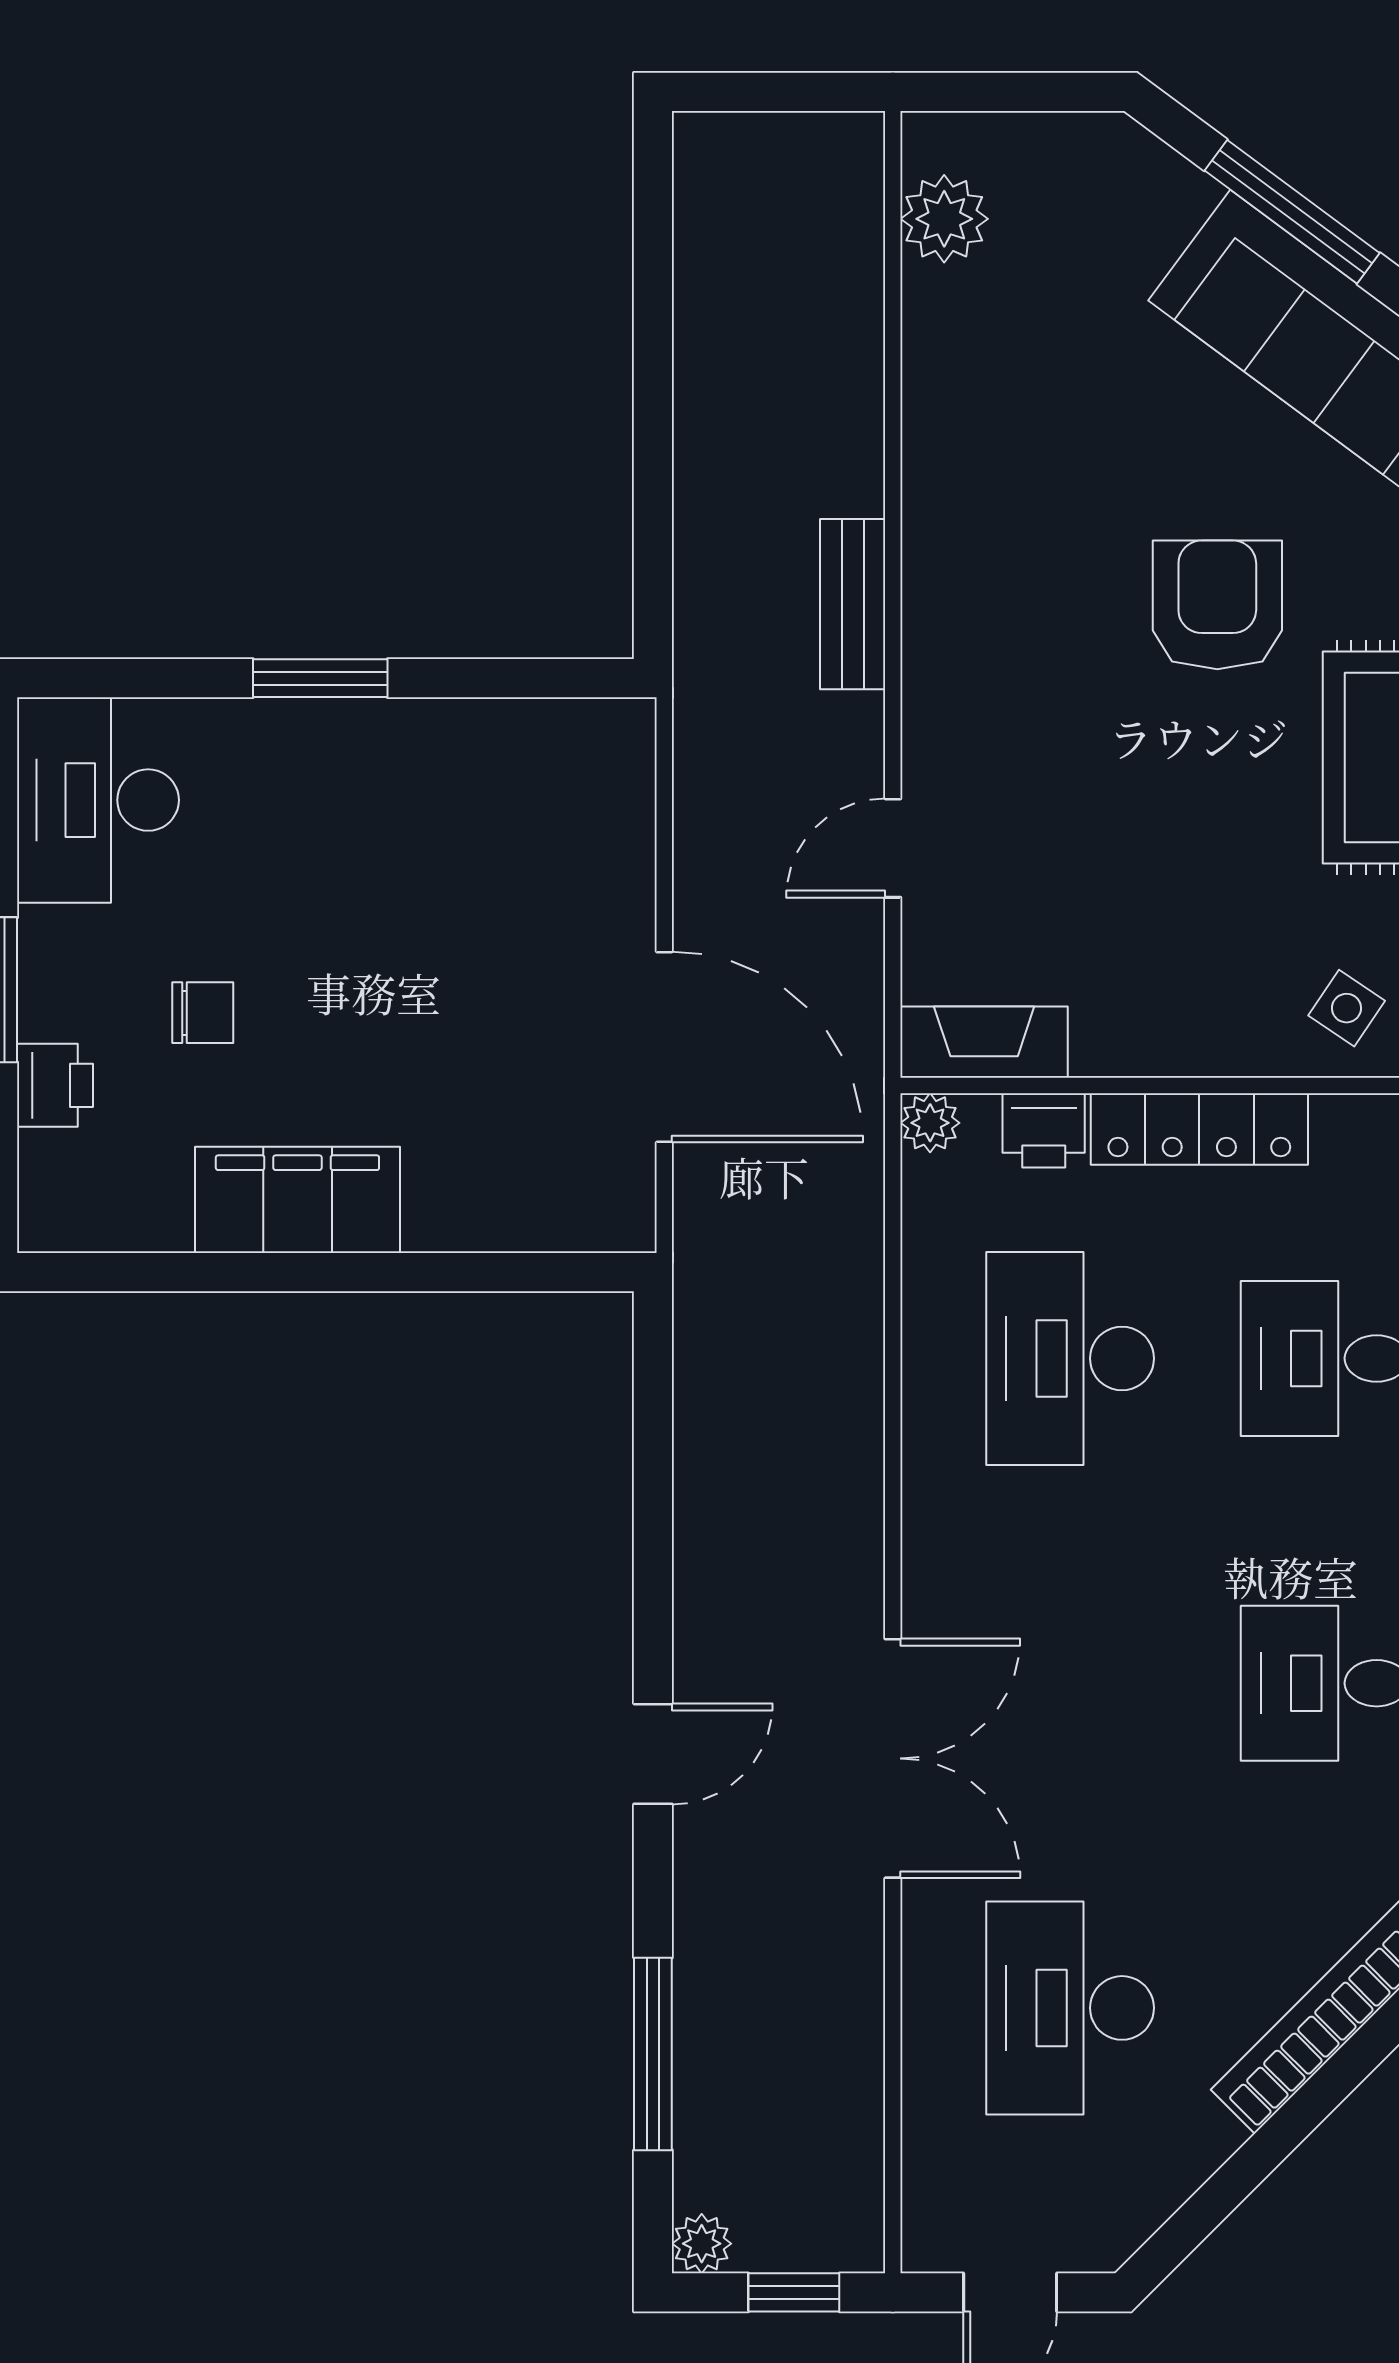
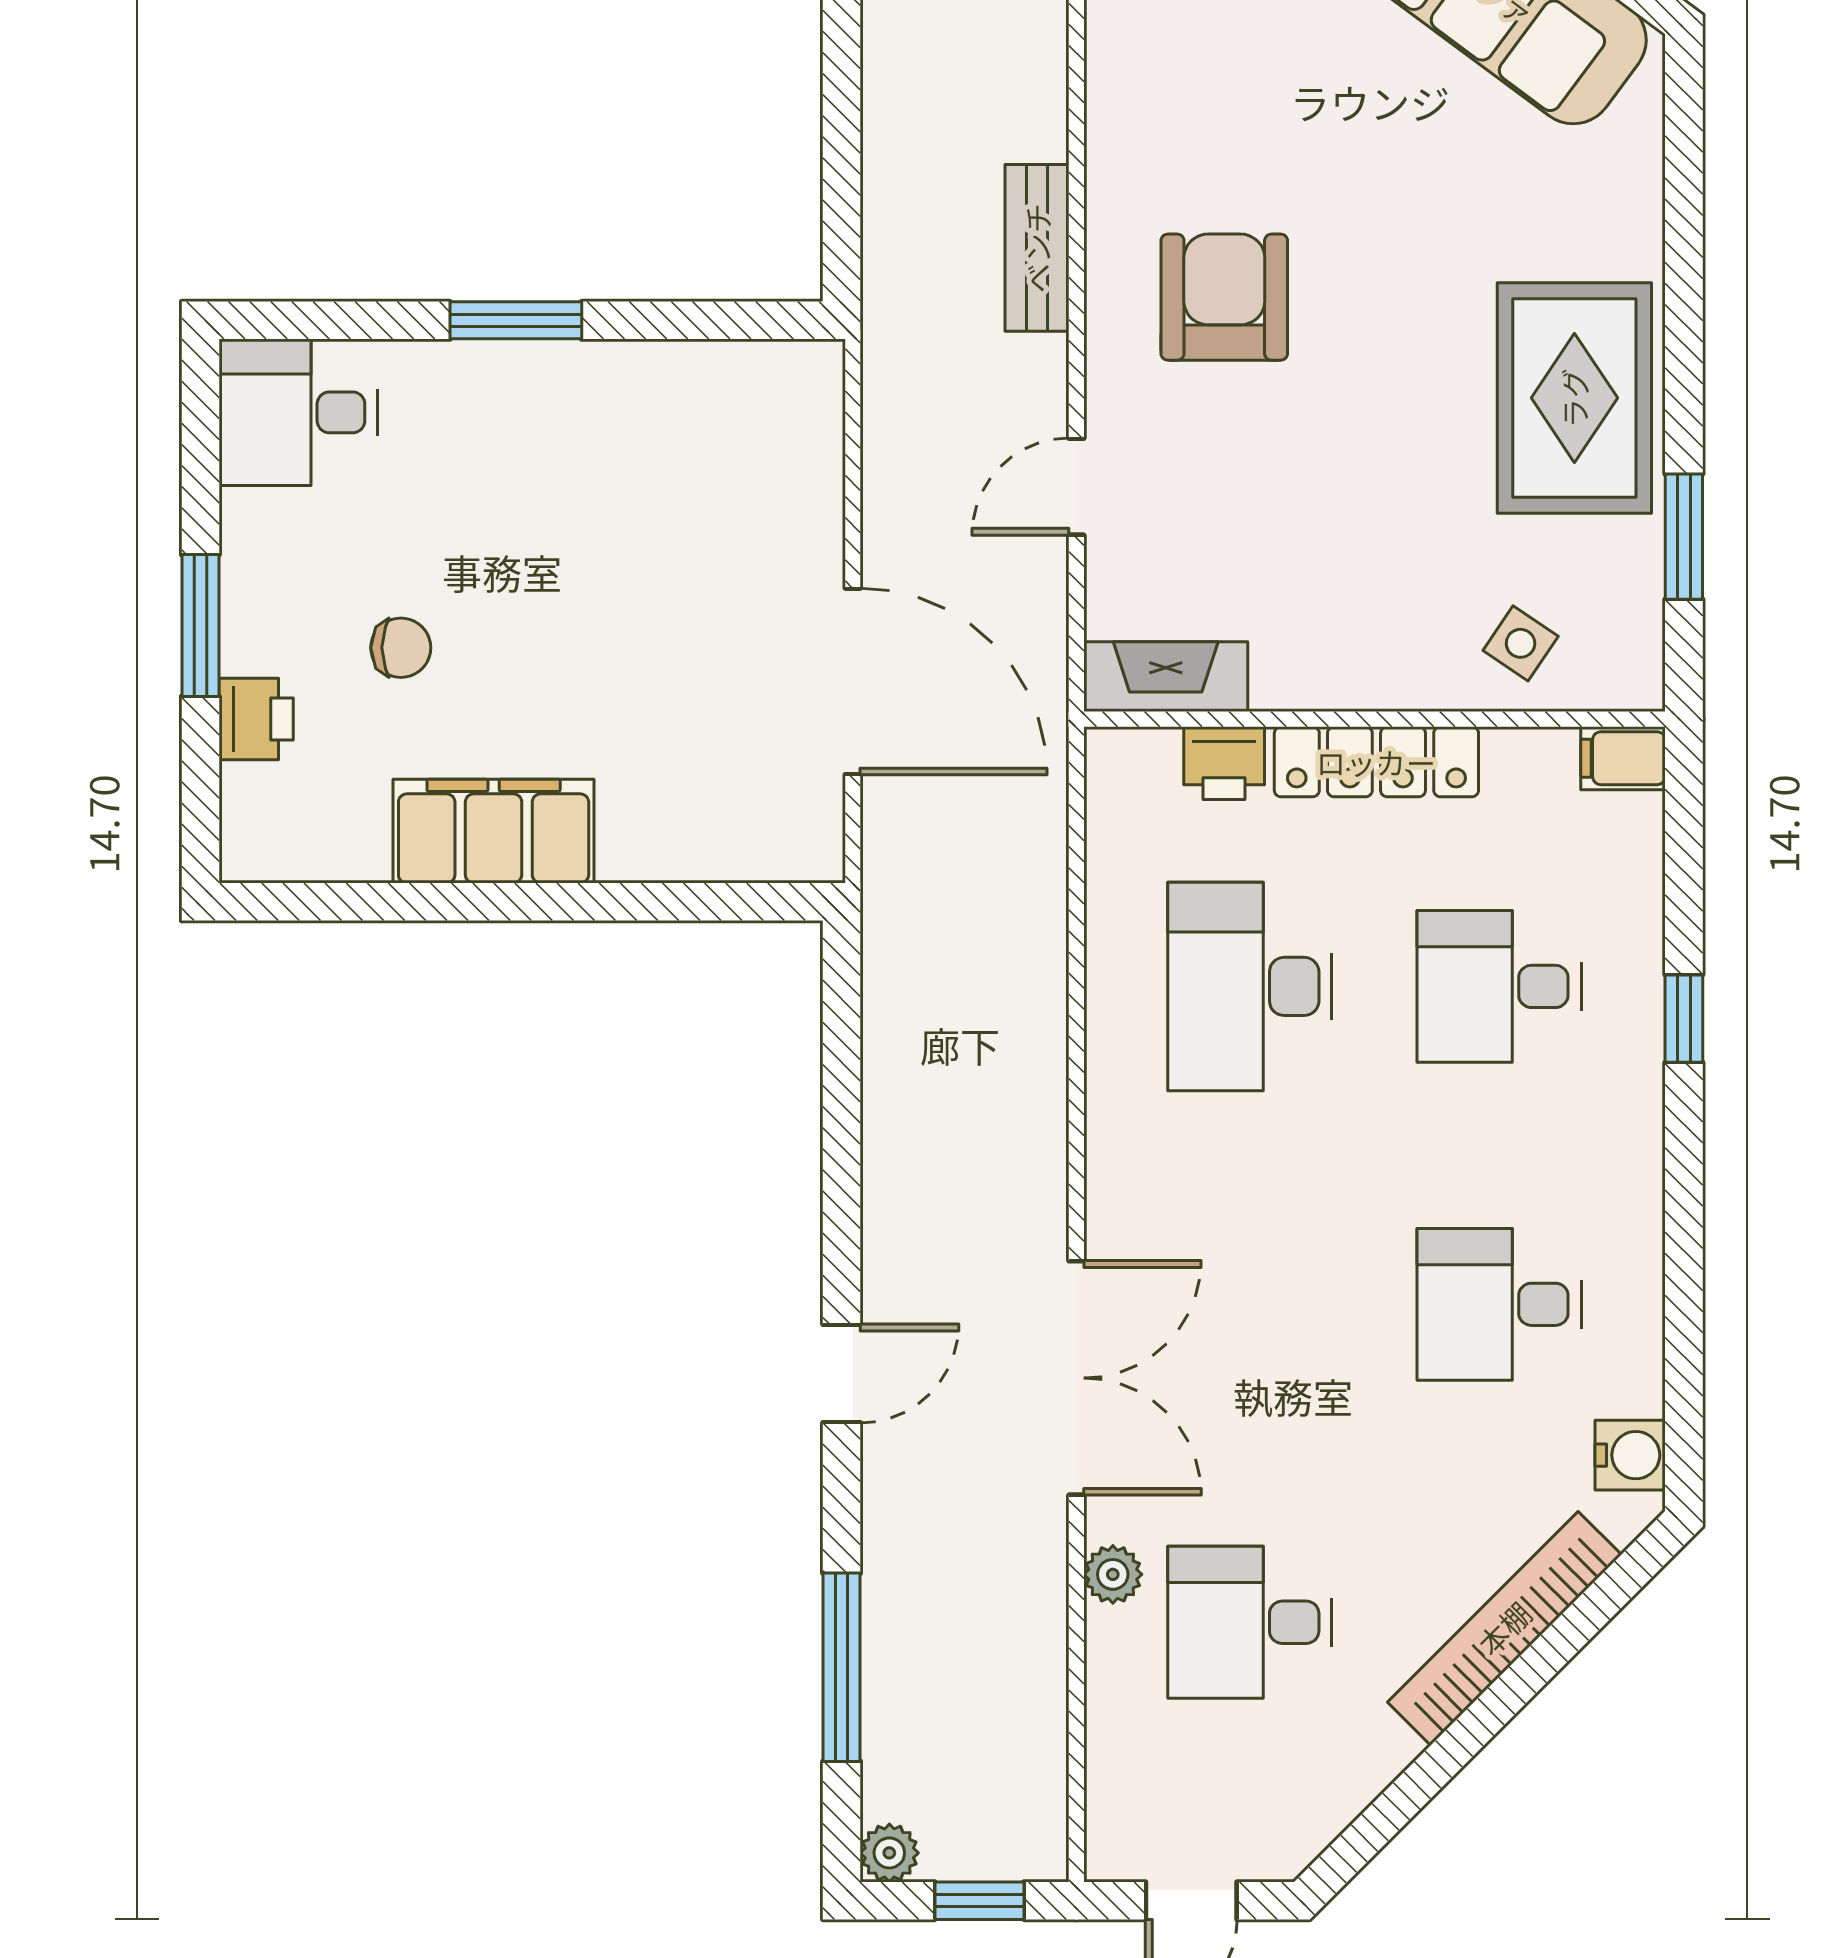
armchair: (1217, 605) -> (1224, 297), moved
desk: (98, 800) -> (298, 412), width x0.73
plant: (930, 1123) -> (1113, 1574), moved
desk: (1070, 2008) -> (1250, 1622), width x0.73

